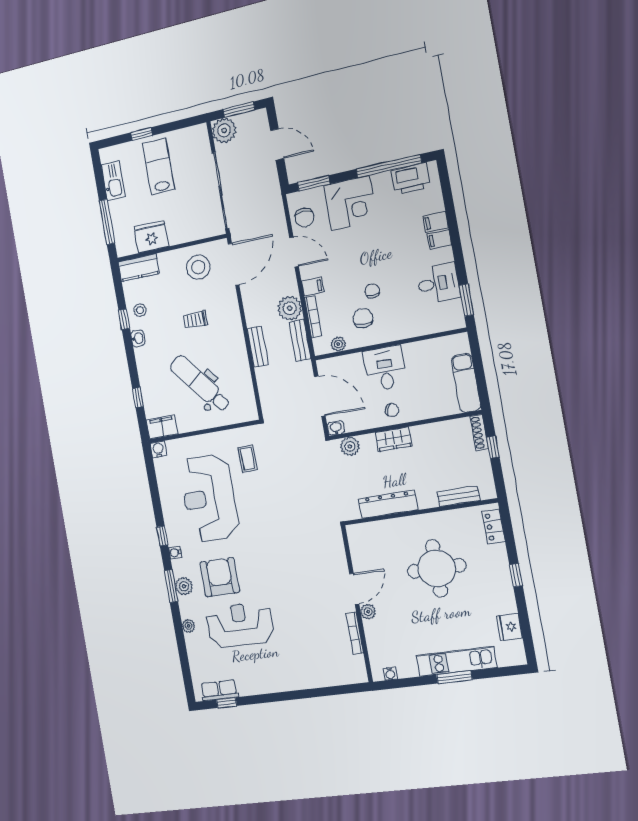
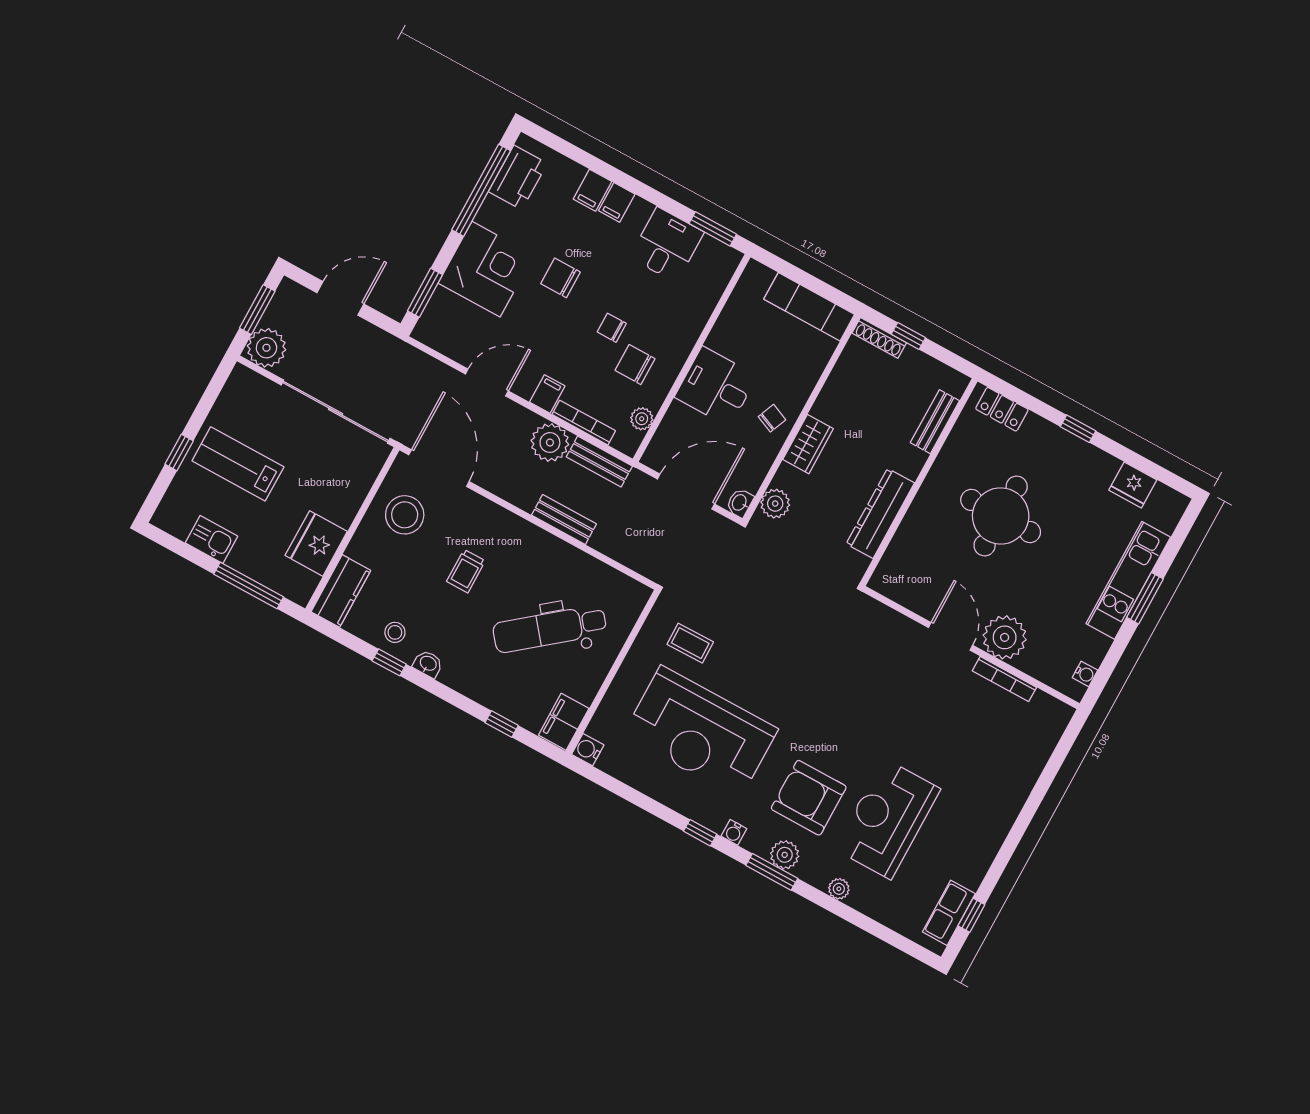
kitchen sink: (113, 181) -> (211, 540), width x0.73
chair: (304, 217) -> (561, 278), moved, turned 180
plant: (368, 612) -> (1005, 637), width x1.87, depth x1.87

